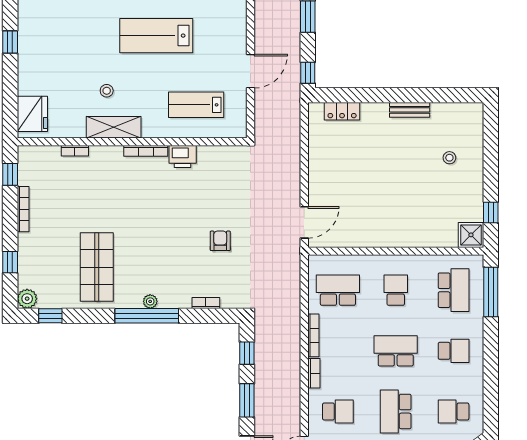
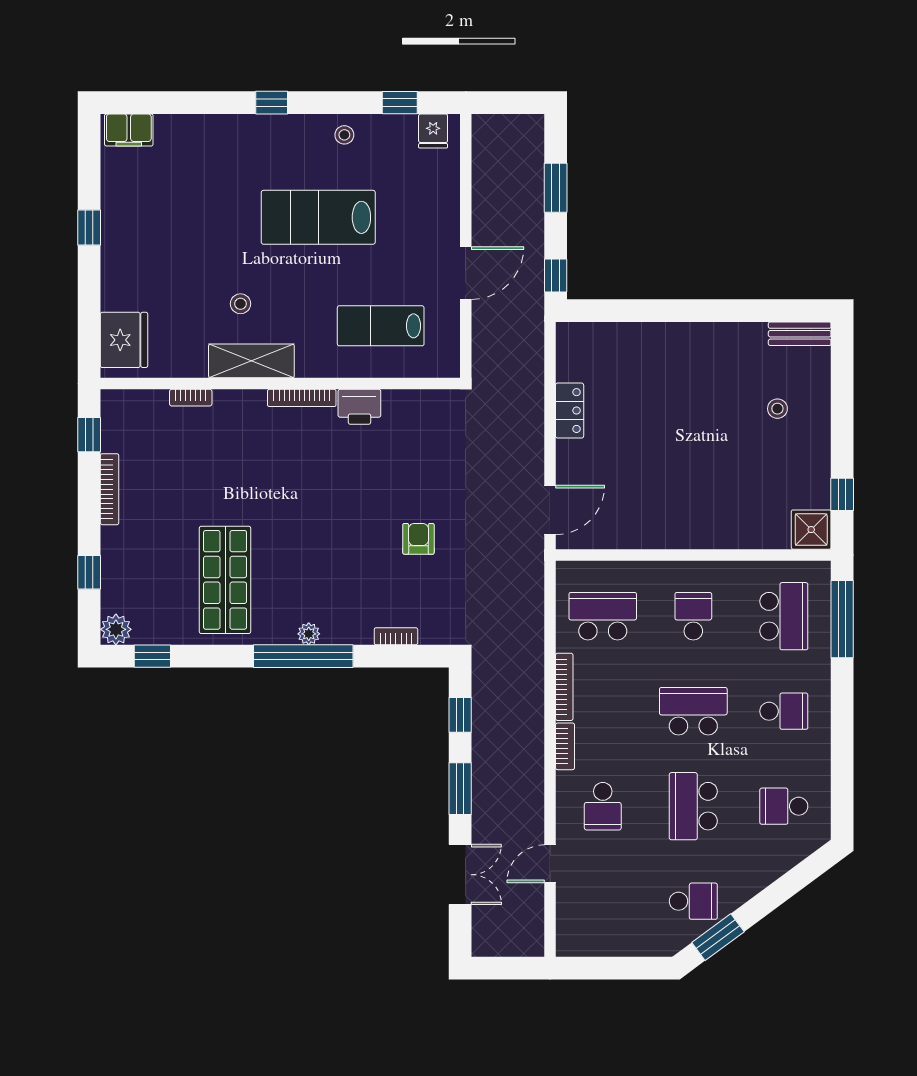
bench: (410, 110) -> (800, 334), moved
locker: (342, 111) -> (570, 411), moved, turned -90
school desk: (338, 411) -> (603, 806), turned 90

